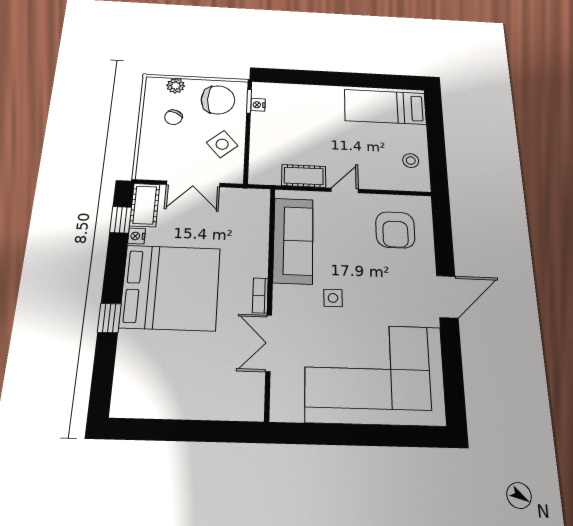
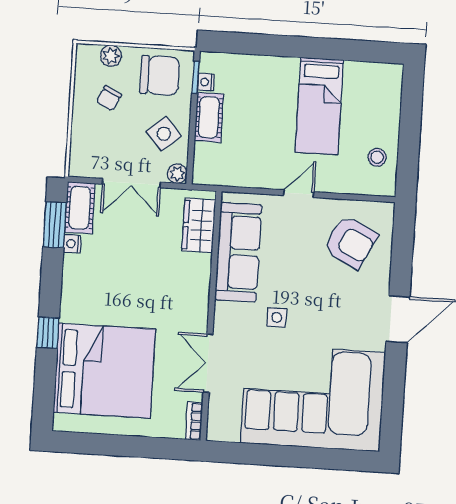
bed: (385, 107) -> (319, 106), moved, turned -90
plant: (235, 176) -> (177, 174), added
cot: (304, 176) -> (209, 117), moved, turned 90
wardrobe: (255, 218) -> (199, 225), added
window: (121, 220) -> (55, 225), width x1.50
armchair: (395, 230) -> (350, 242), turned -63
bed: (170, 288) -> (104, 371), moved
bookcase: (260, 296) -> (194, 421), moved

